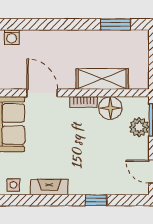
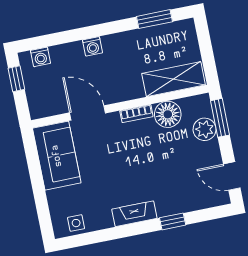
washing machine: (58, 37) -> (93, 46), added
shelving: (102, 79) -> (174, 79), moved
fireplace: (49, 187) -> (134, 214), moved

